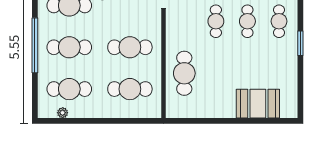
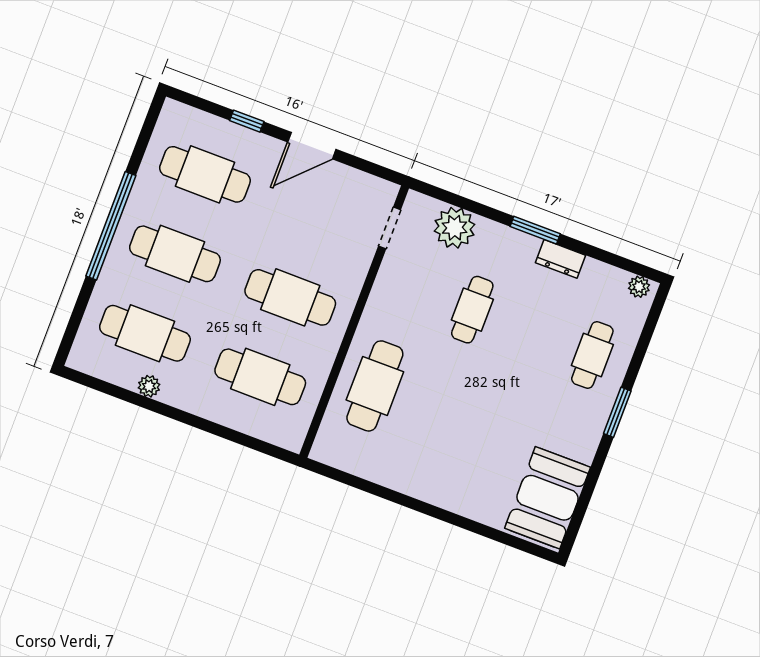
cafe table: (247, 21) -> (532, 332), removed
booth: (258, 104) -> (548, 498), moved, turned 90
plant: (63, 113) -> (149, 386), moved

